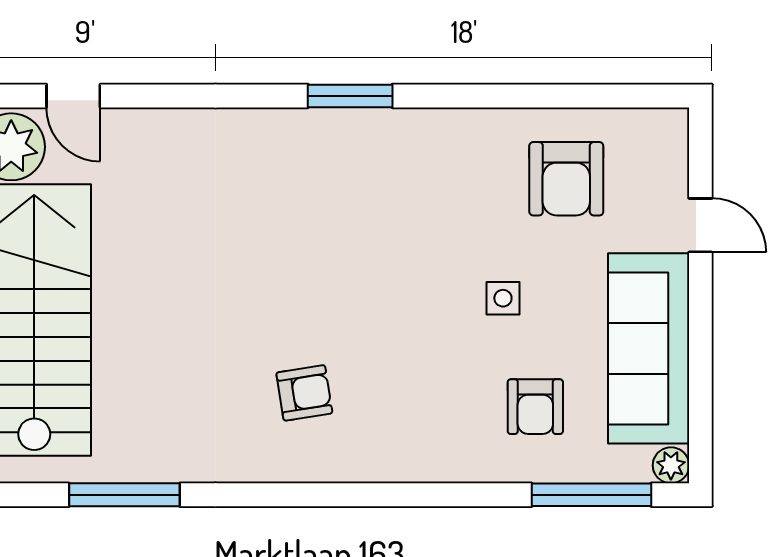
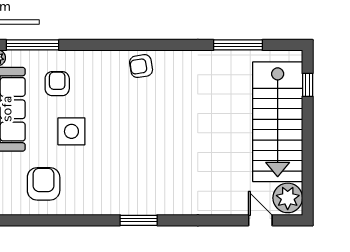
side table: (503, 298) -> (71, 131), width x1.87, depth x1.87
armchair: (304, 393) -> (141, 66), moved

